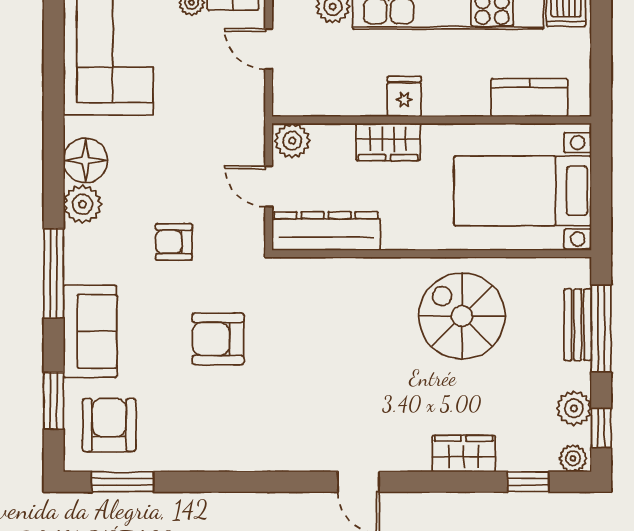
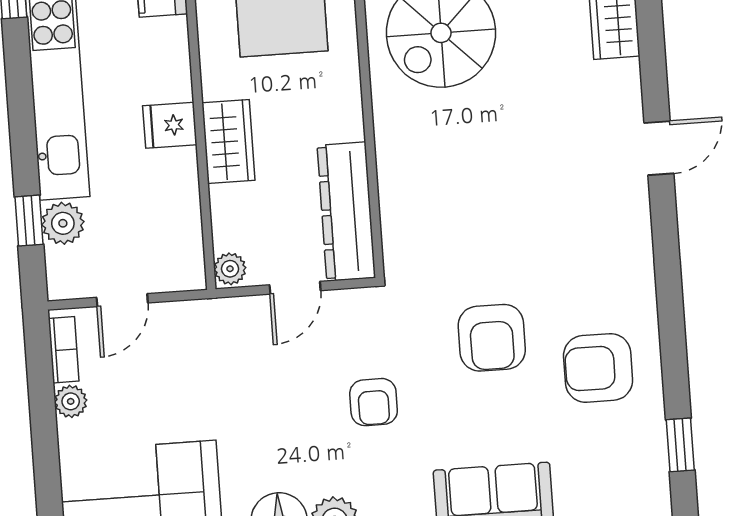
plant: (292, 141) -> (230, 269), width x0.73, depth x0.73
armchair: (109, 425) -> (598, 368), moved
window: (123, 482) -> (680, 445), width x0.67

